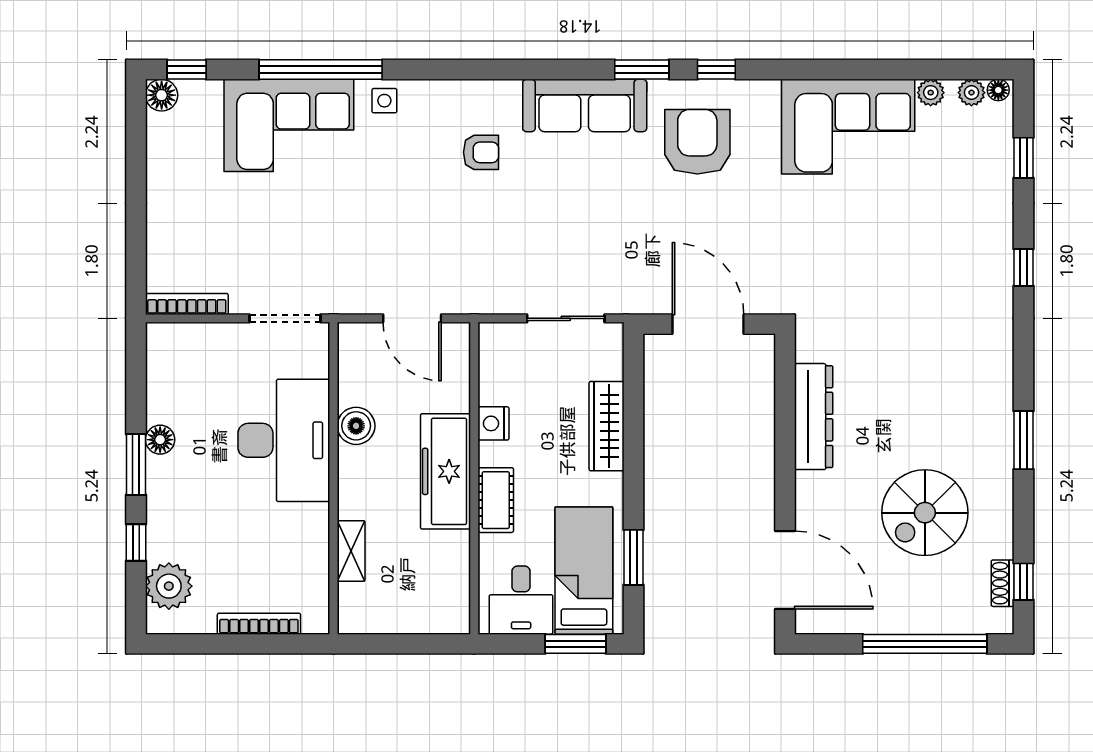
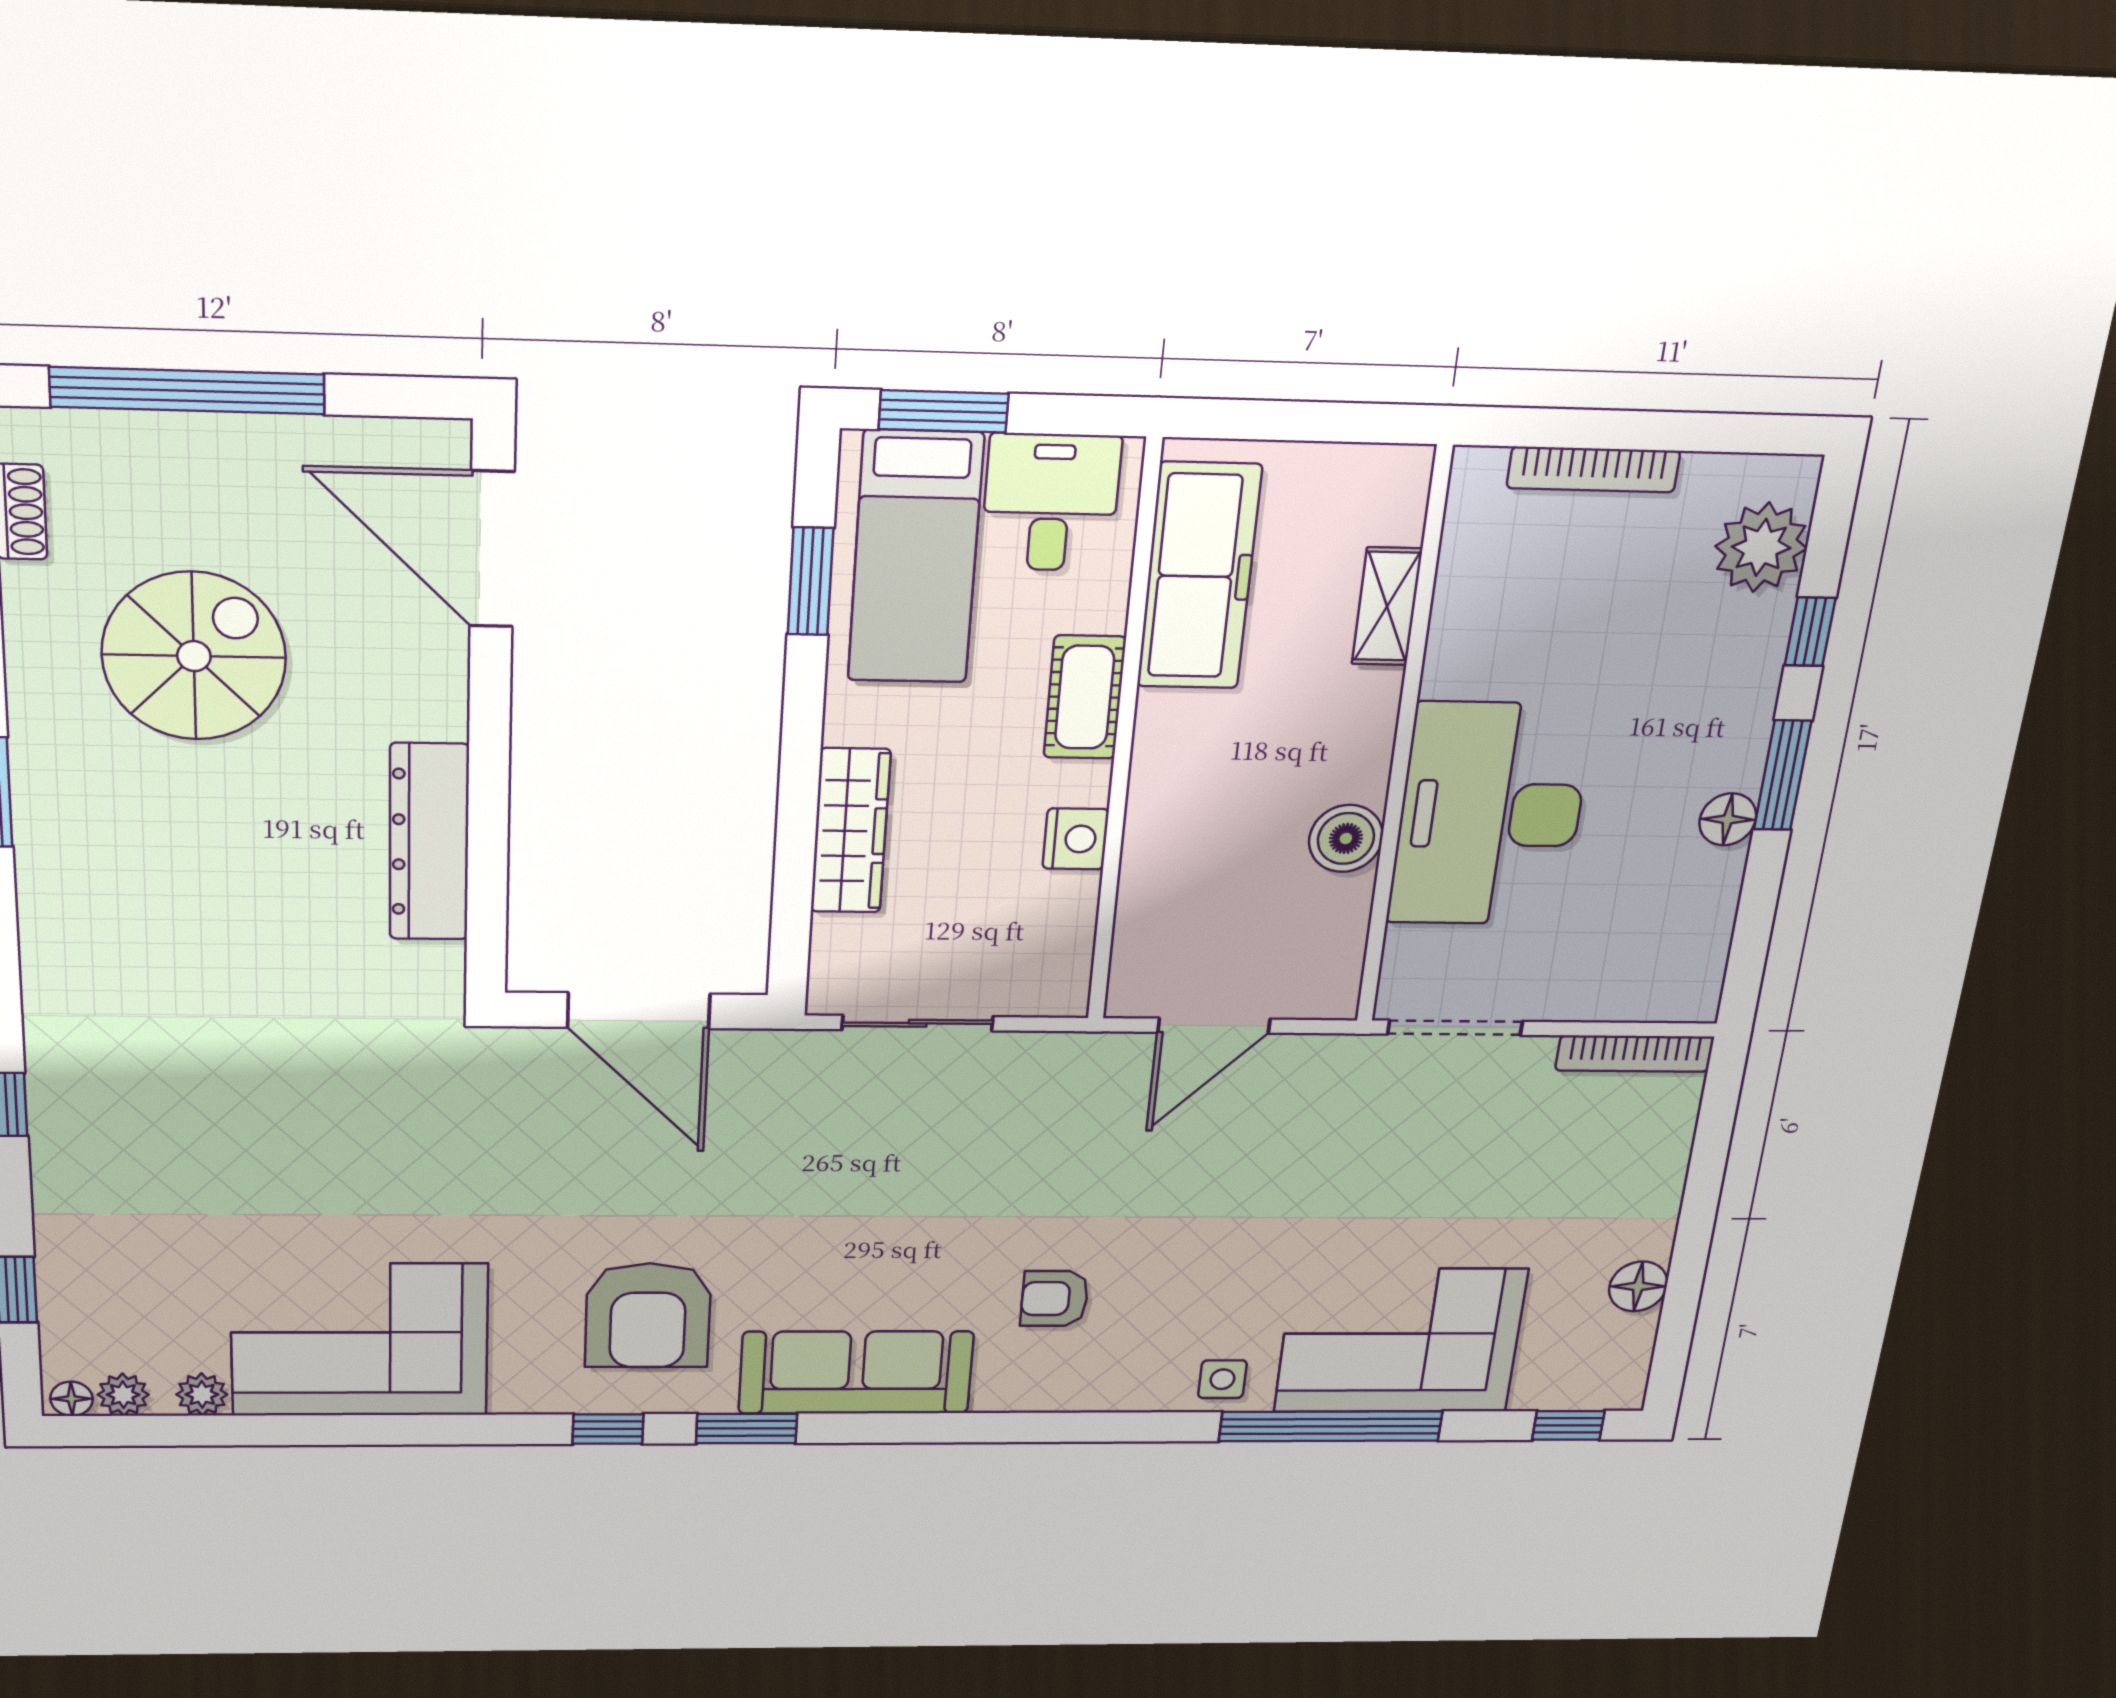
floor lamp: (162, 95) -> (1638, 1286), moved
door: (412, 318) -> (1214, 1026), swing flipped
freezer: (446, 471) -> (1199, 576), moved

